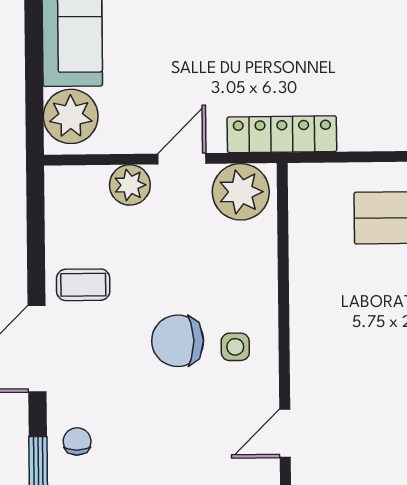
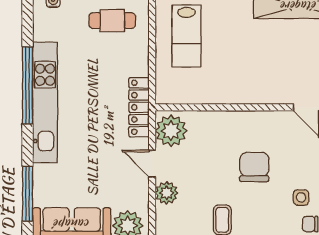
chair: (178, 341) -> (254, 167), turned 180
side table: (235, 347) -> (301, 197), moved

